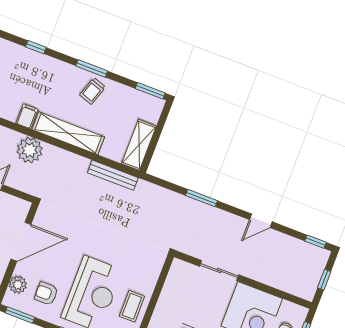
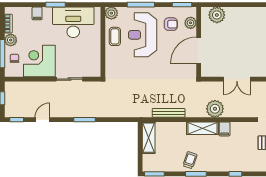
shelving: (68, 133) -> (202, 128), width x0.68
bench: (113, 175) -> (169, 113), moved
window: (202, 198) -> (85, 120), moved
door: (261, 221) -> (42, 120), moved

